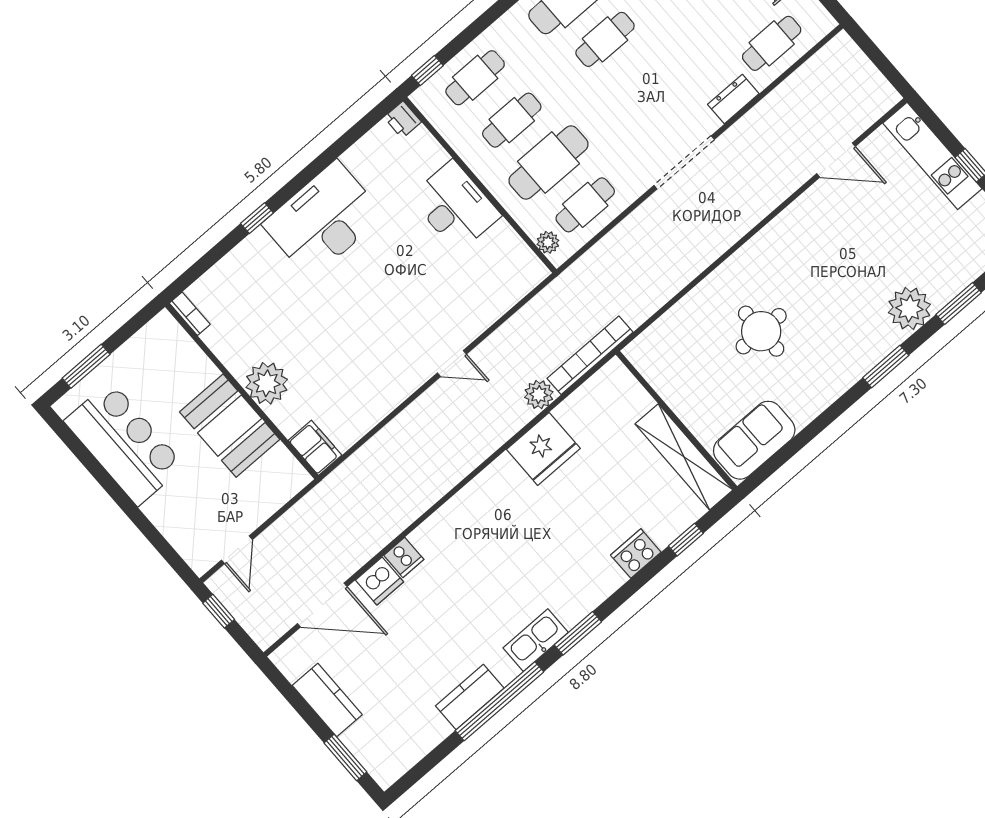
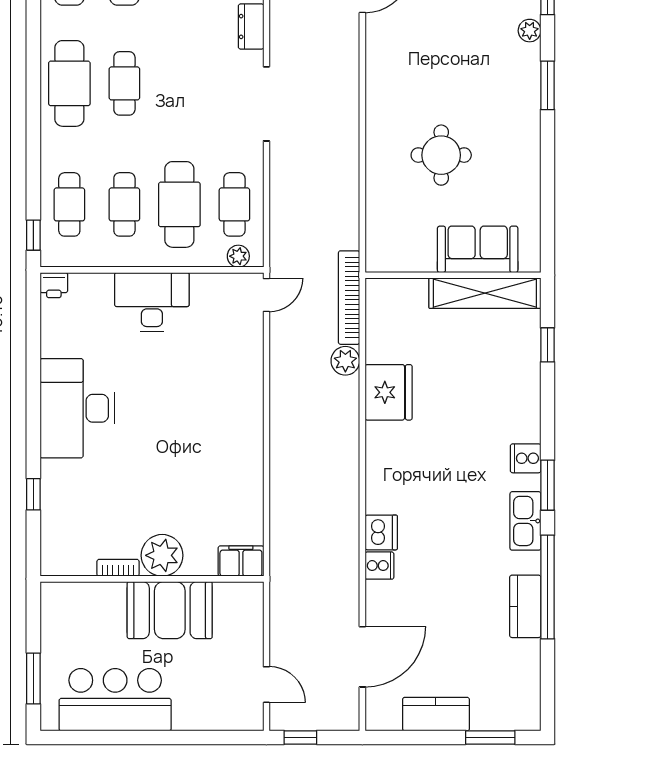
window: (257, 218) -> (33, 494), moved
plant: (909, 309) -> (530, 31), width x0.53, depth x0.53
bookcase: (190, 314) -> (118, 568), moved
door: (452, 363) -> (266, 295), moved
sofa: (754, 440) -> (478, 249), moved, turned 90
cooker: (636, 554) -> (526, 458), moved, width x0.73
dishwasher: (379, 581) -> (381, 532), moved

